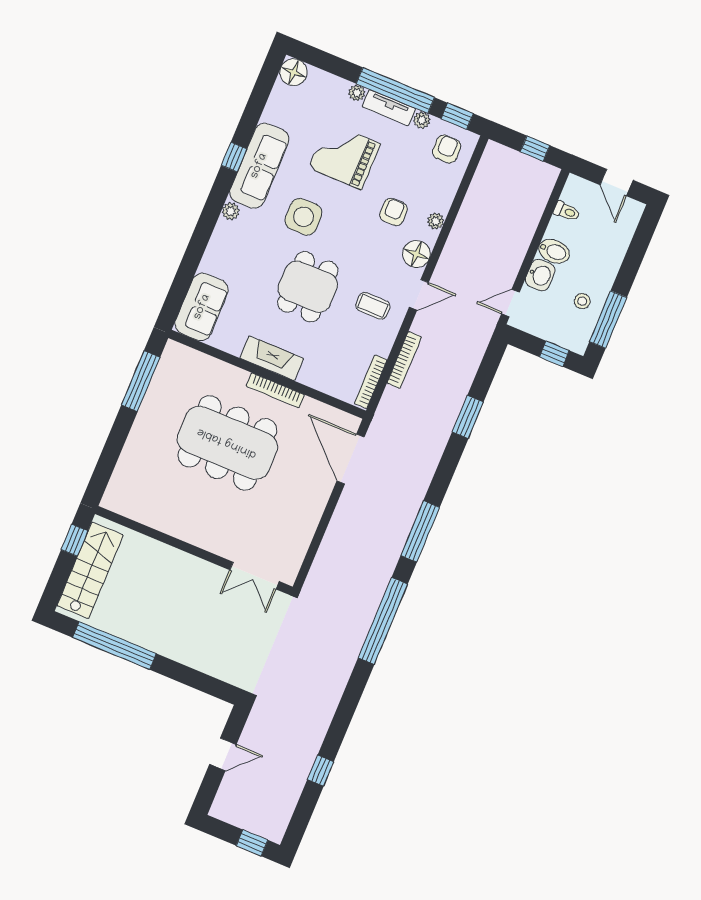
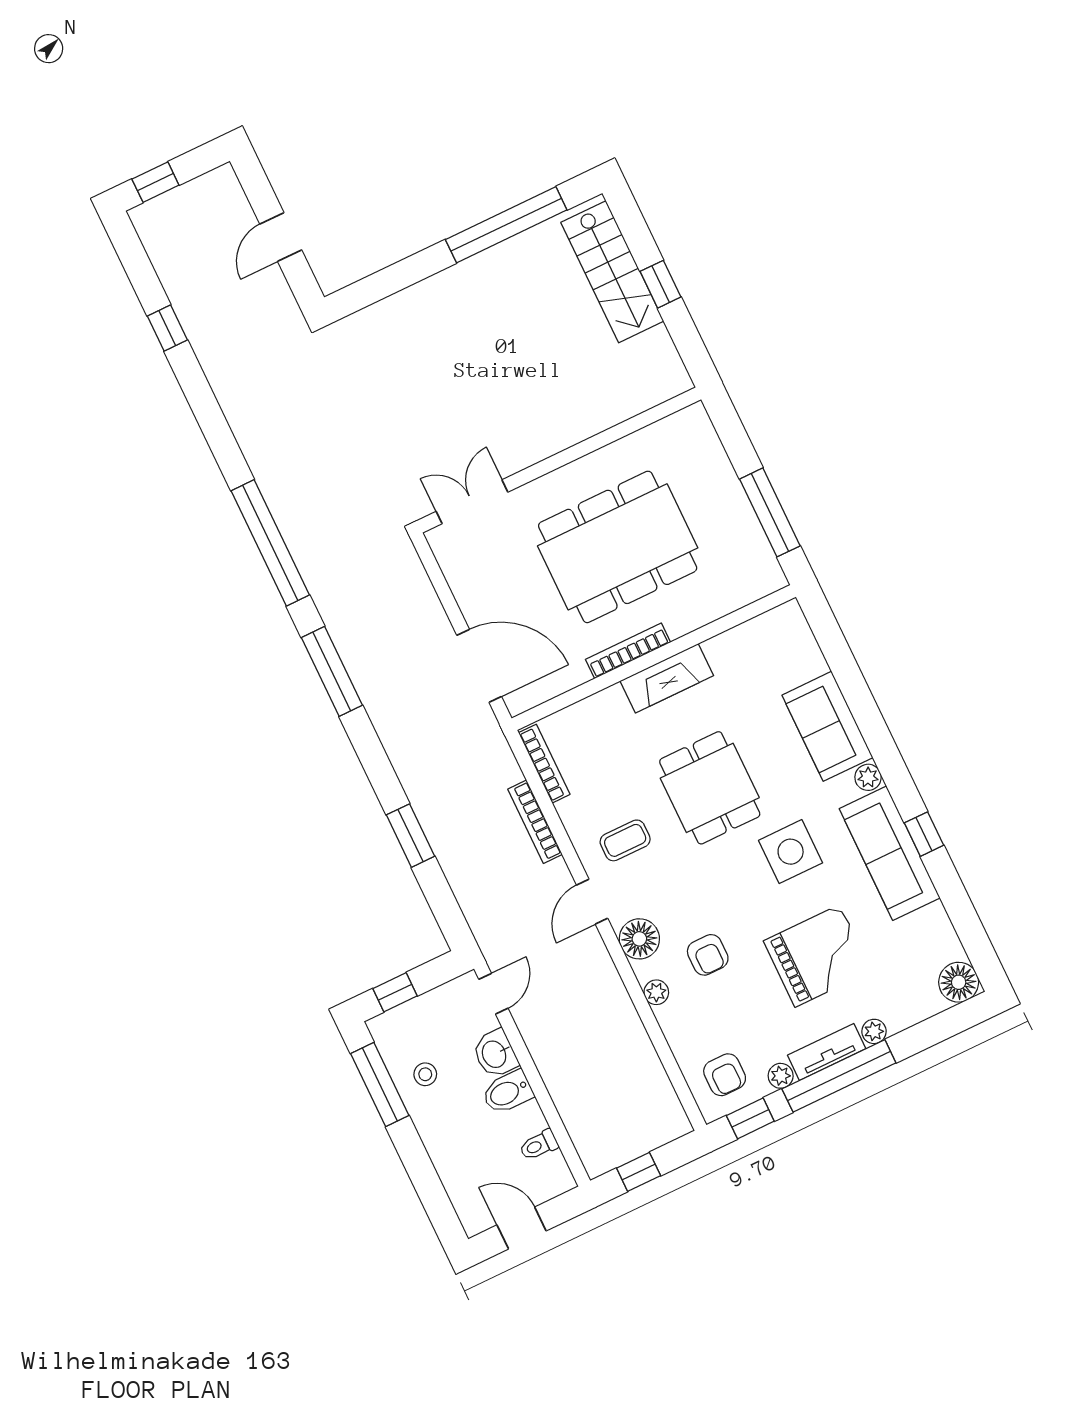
sofa: (202, 307) -> (827, 726), moved
wall: (194, 550) -> (559, 460), moved
double door: (254, 576) -> (472, 502), moved

